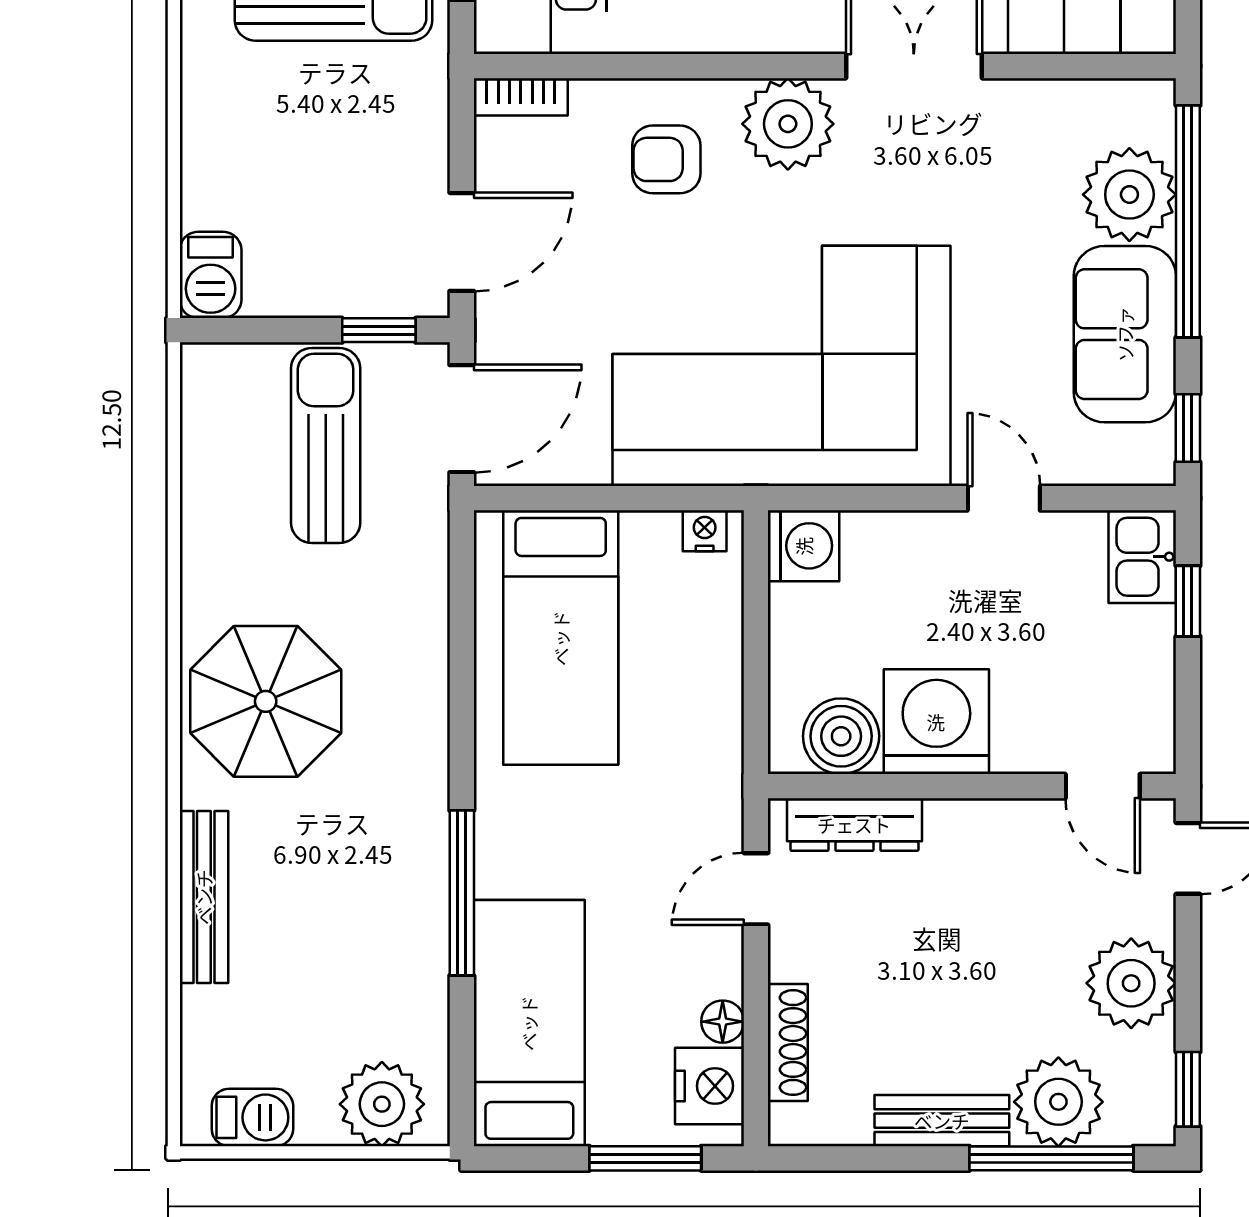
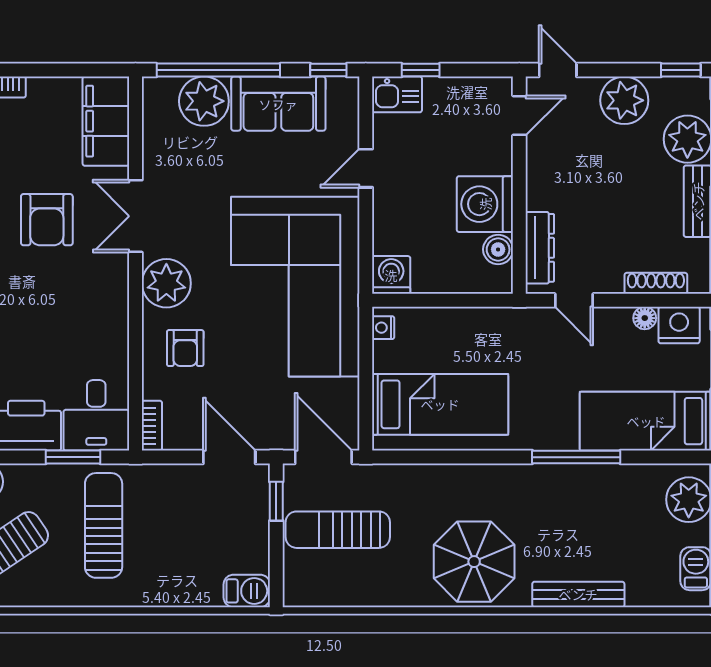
boiler: (841, 736) -> (498, 249), width x0.73, depth x0.73

